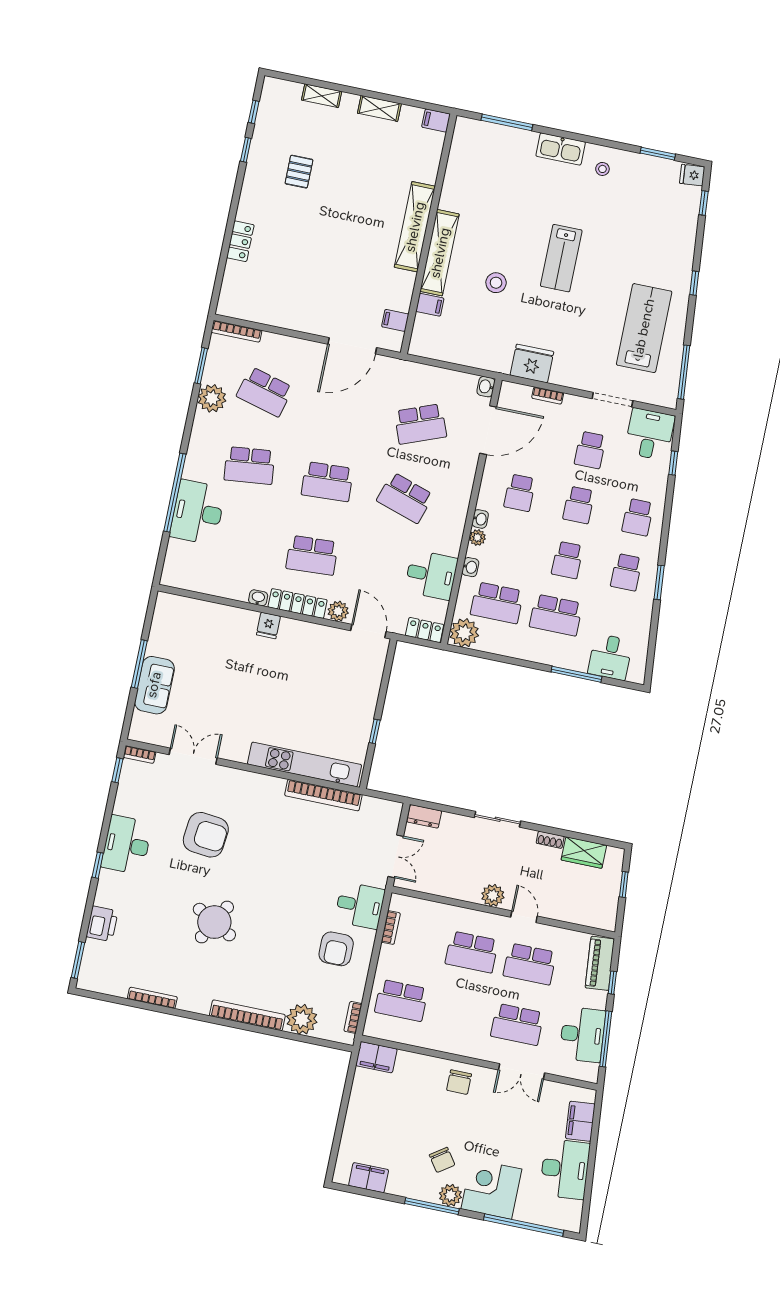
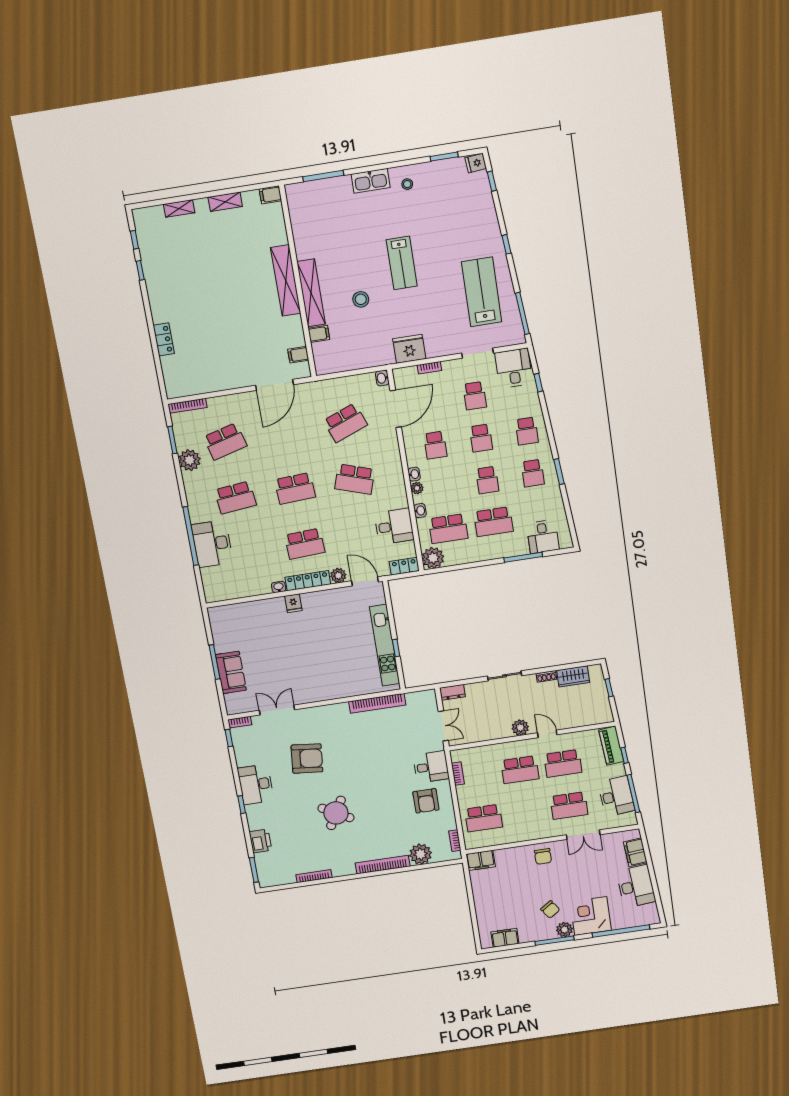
pallet: (299, 172) -> (185, 272), removed
school desk: (265, 392) -> (225, 441), turned -30
kitchen unit: (305, 764) -> (385, 645), moved, turned -90

